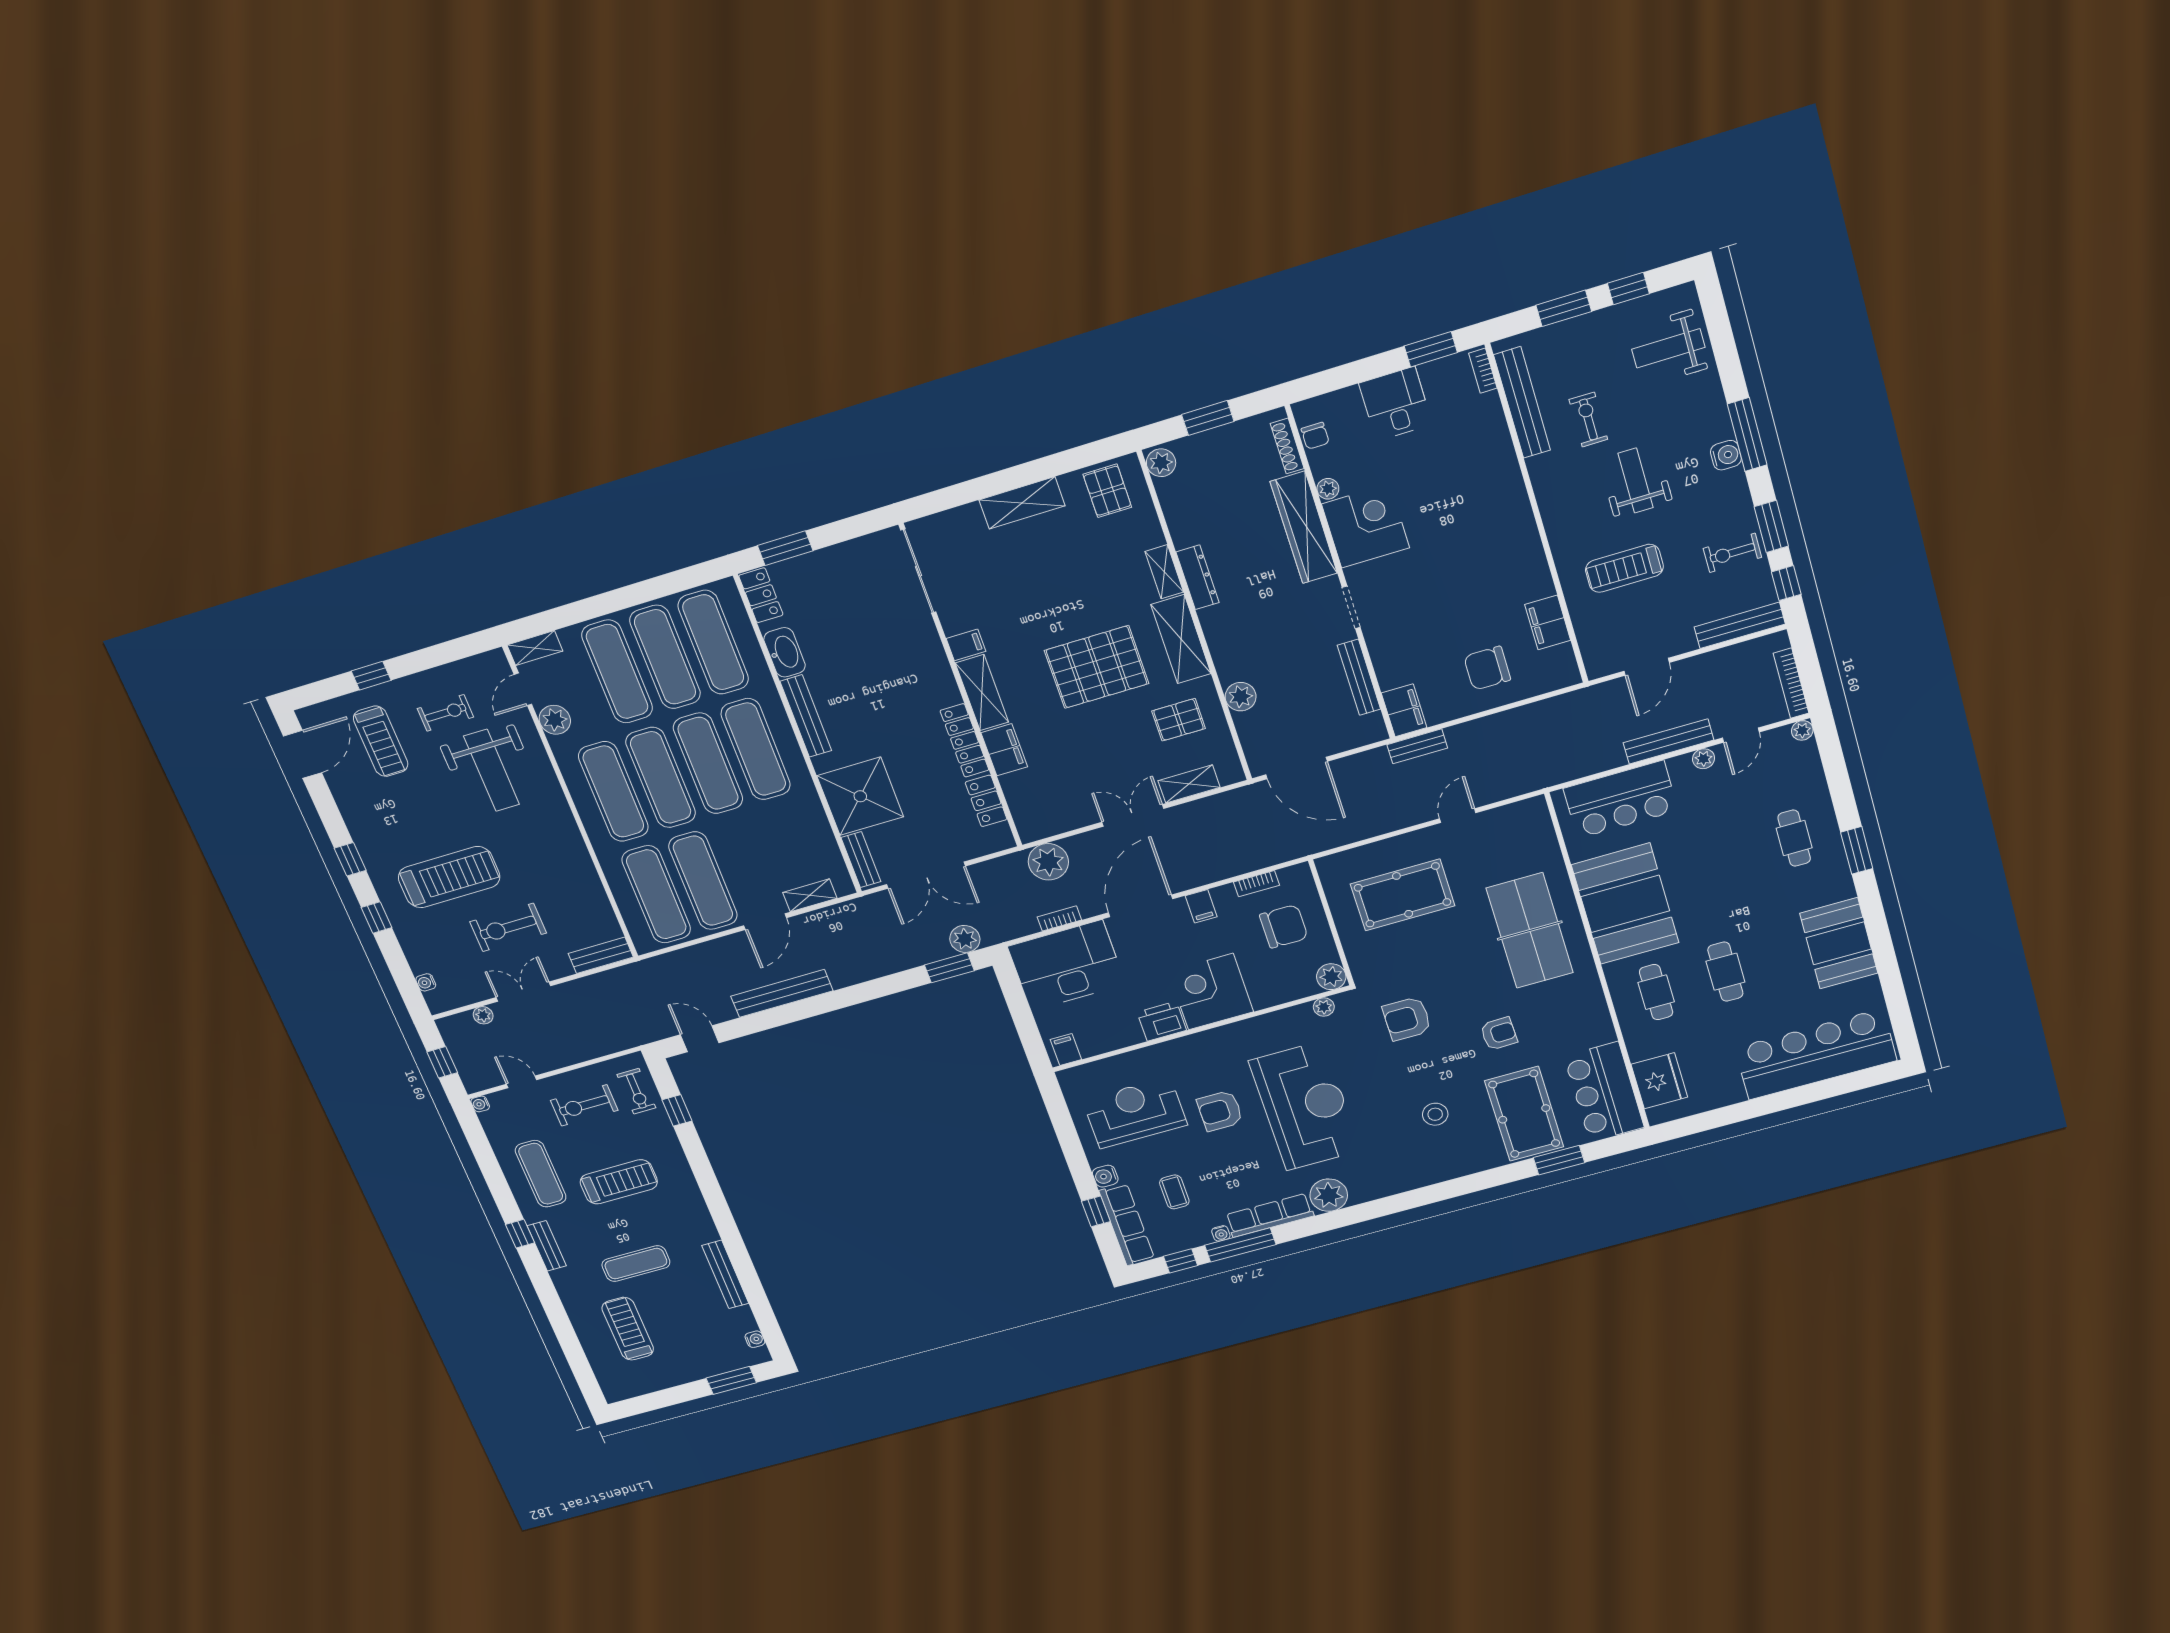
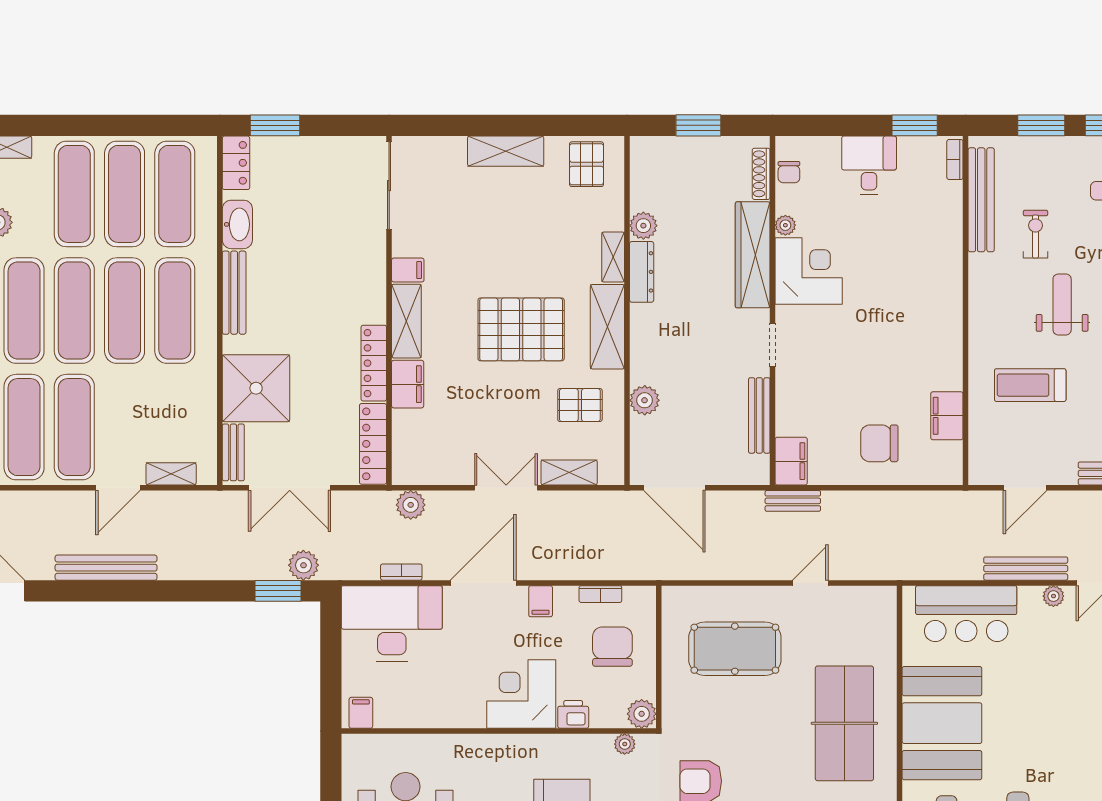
plant: (1161, 463) -> (643, 226), moved
locker: (986, 801) -> (373, 444), width x1.53
plant: (1048, 862) -> (411, 505), width x0.73, depth x0.73
chair: (1284, 926) -> (612, 647), turned -90
printer: (1162, 1021) -> (573, 714), moved, width x0.73, depth x0.81

